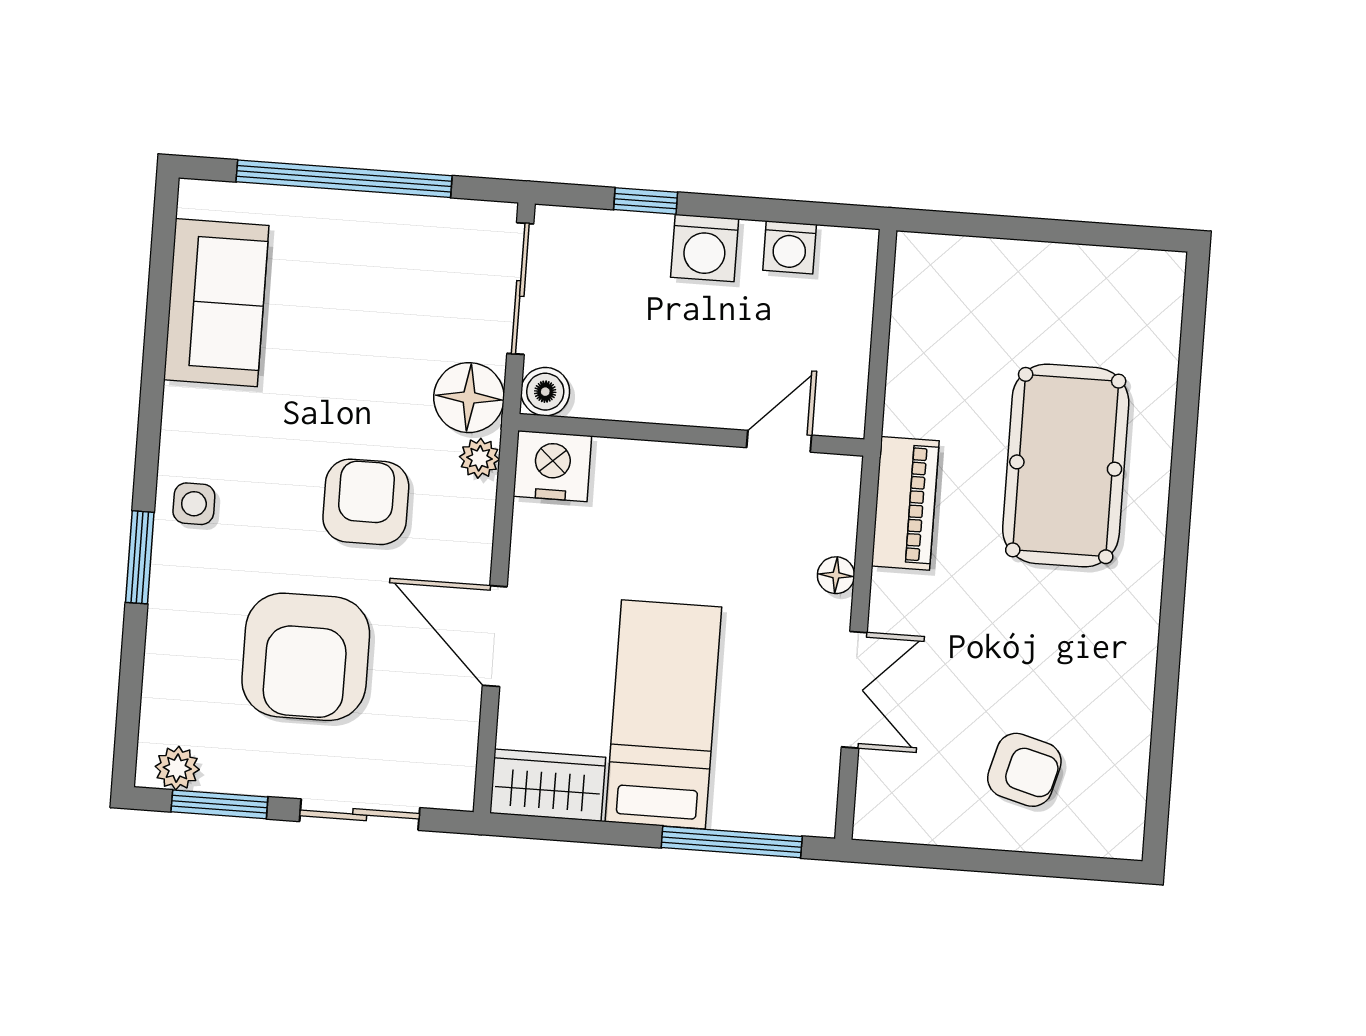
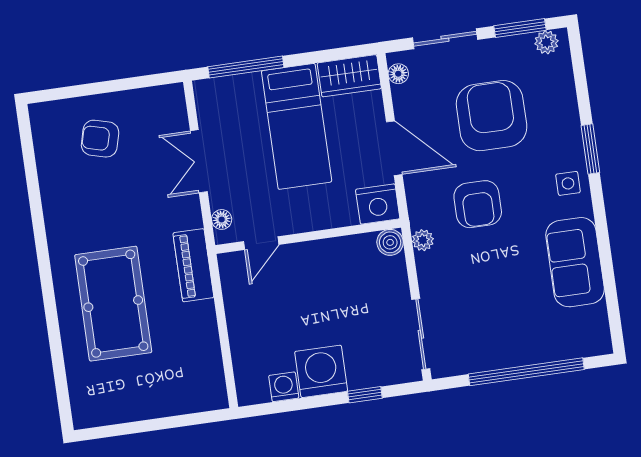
washing machine: (705, 248) -> (321, 371), width x1.37, depth x1.37
sofa: (216, 303) -> (575, 262), moved
boiler: (545, 392) -> (390, 242), moved
floor lamp: (469, 398) -> (398, 74), moved, width x0.53, depth x0.53
wall: (691, 435) -> (308, 236), moved
door: (779, 441) -> (261, 243), moved
nightstand: (552, 466) -> (378, 204), moved

